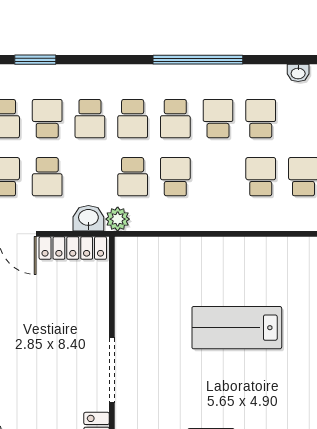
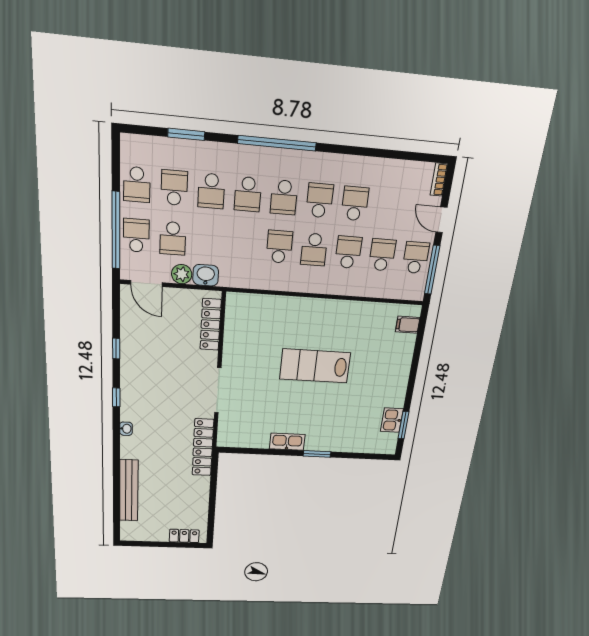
window: (35, 60) -> (186, 134), moved
window: (198, 60) -> (277, 143), moved
washbasin: (298, 73) -> (391, 166), removed
school desk: (133, 177) -> (314, 250), moved
plant: (118, 219) -> (182, 274), moved
locker: (73, 248) -> (211, 324), moved, turned 90

